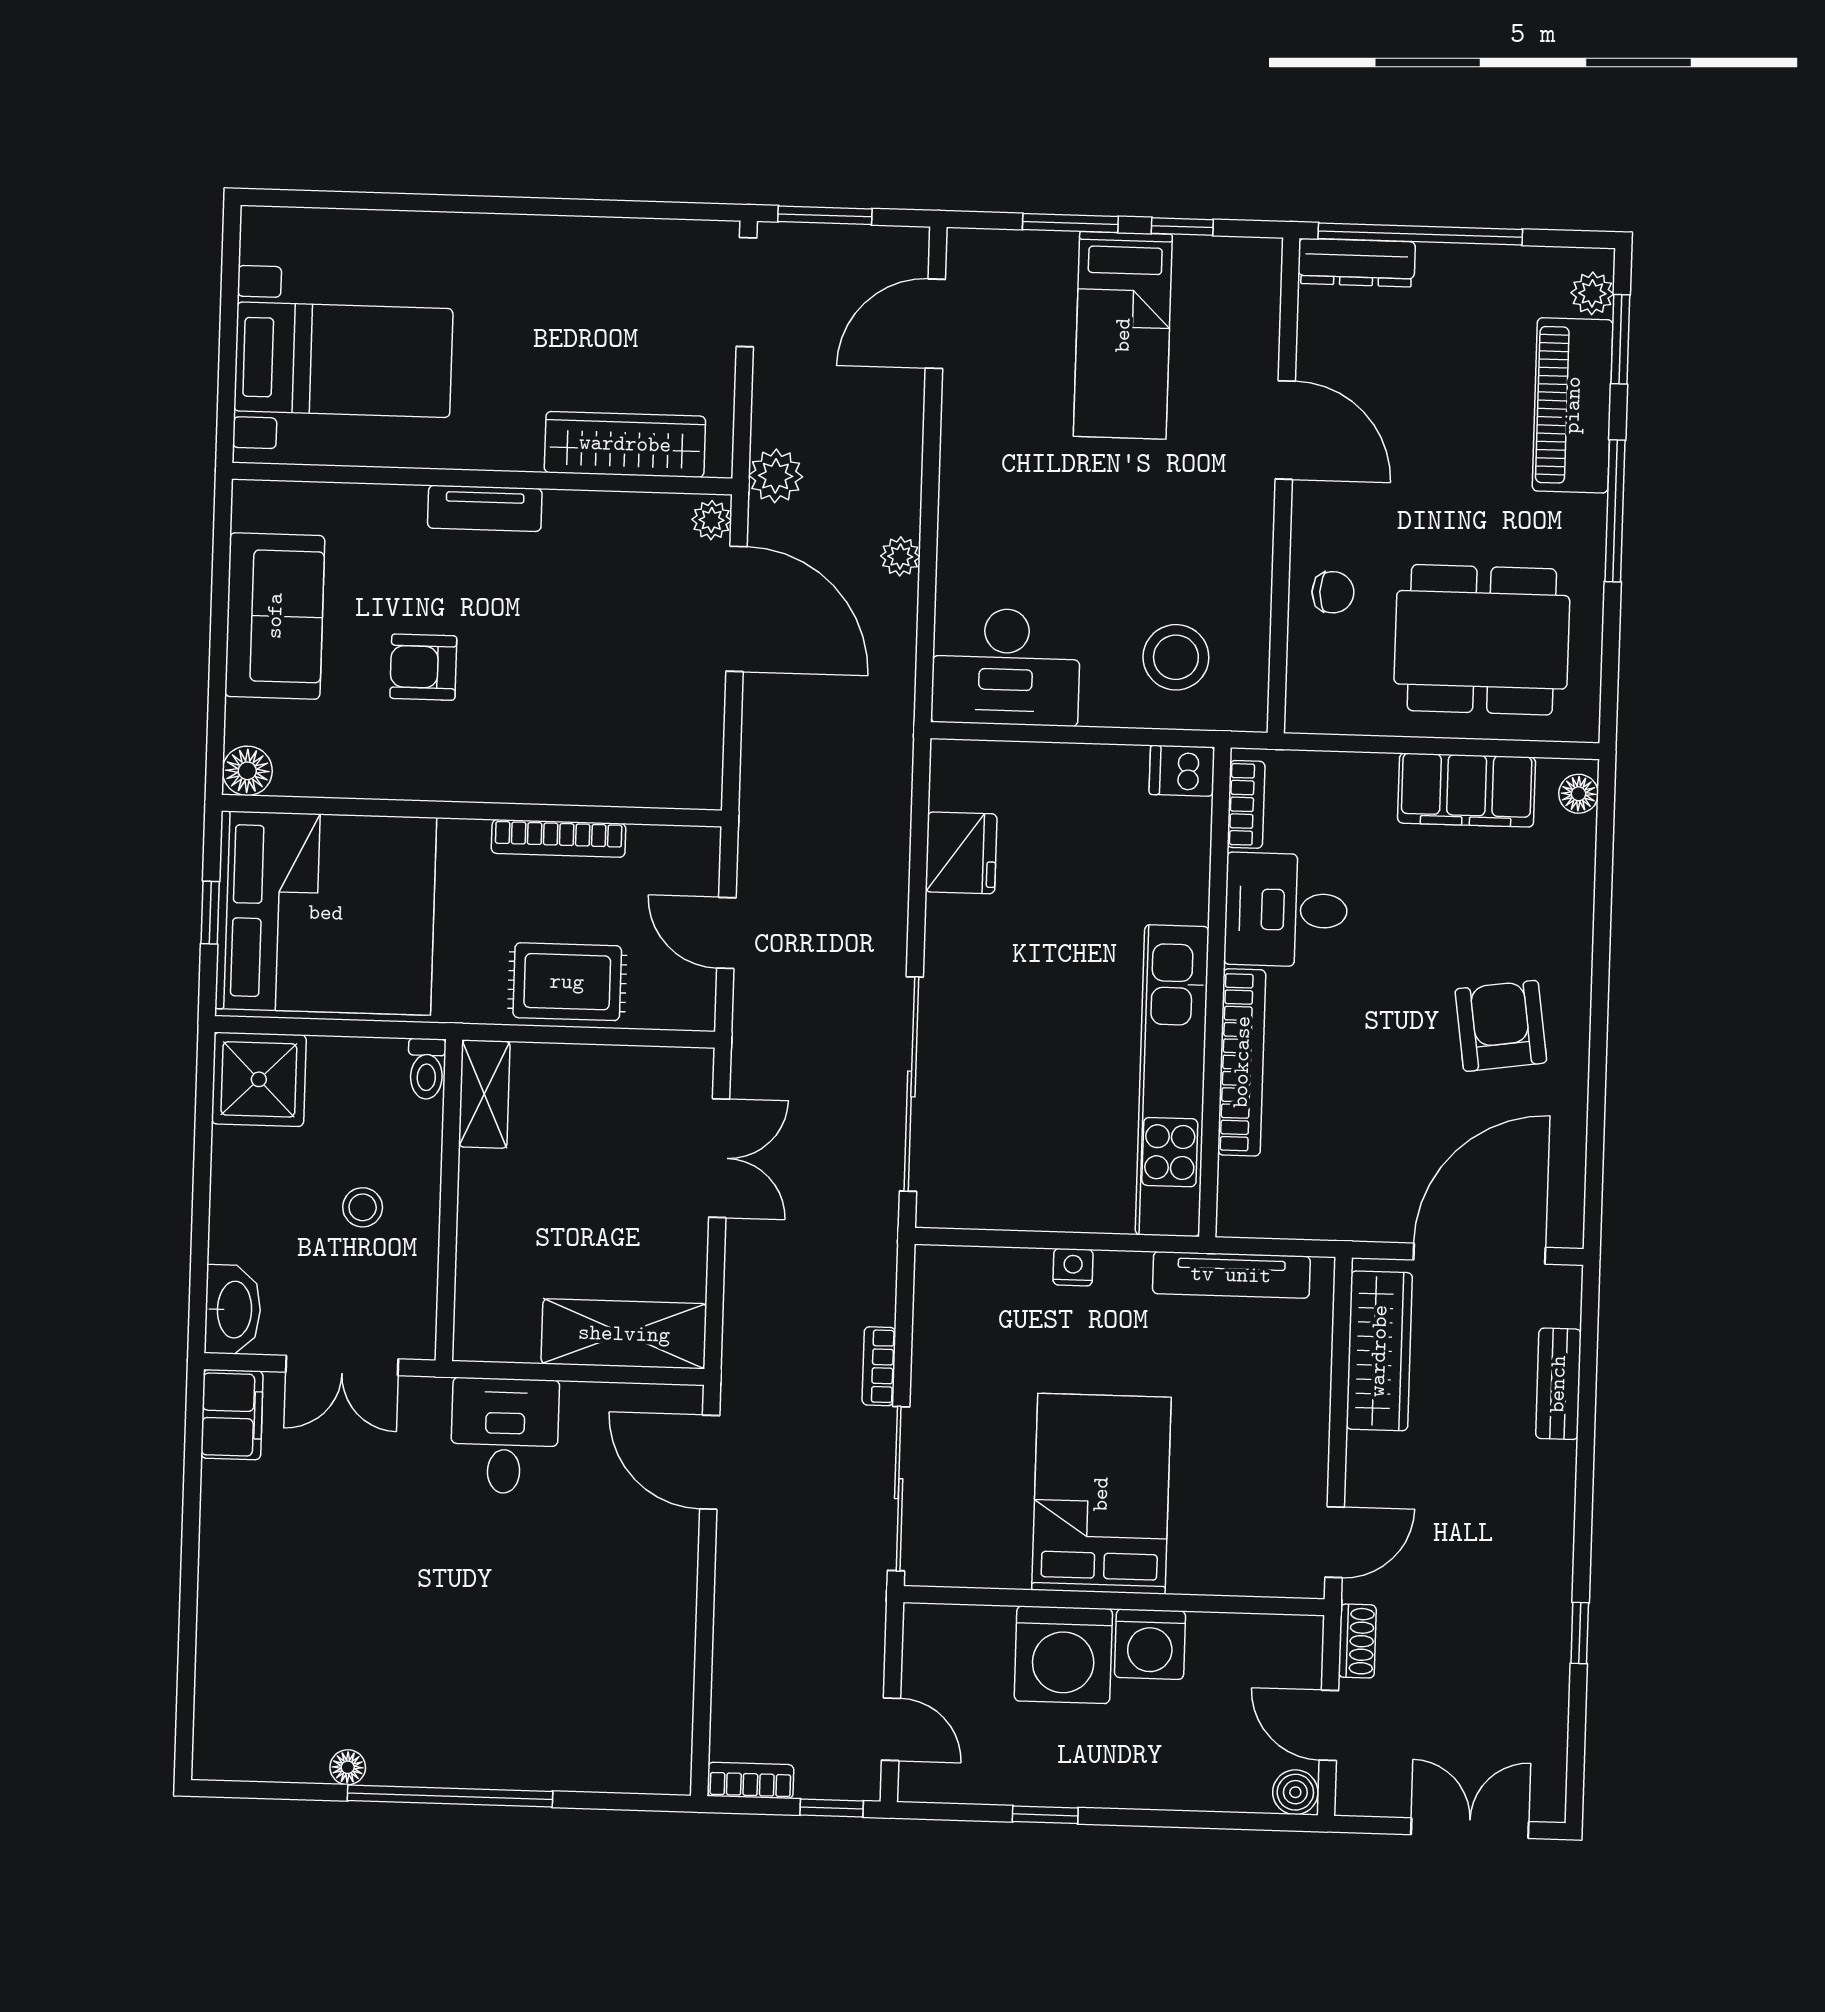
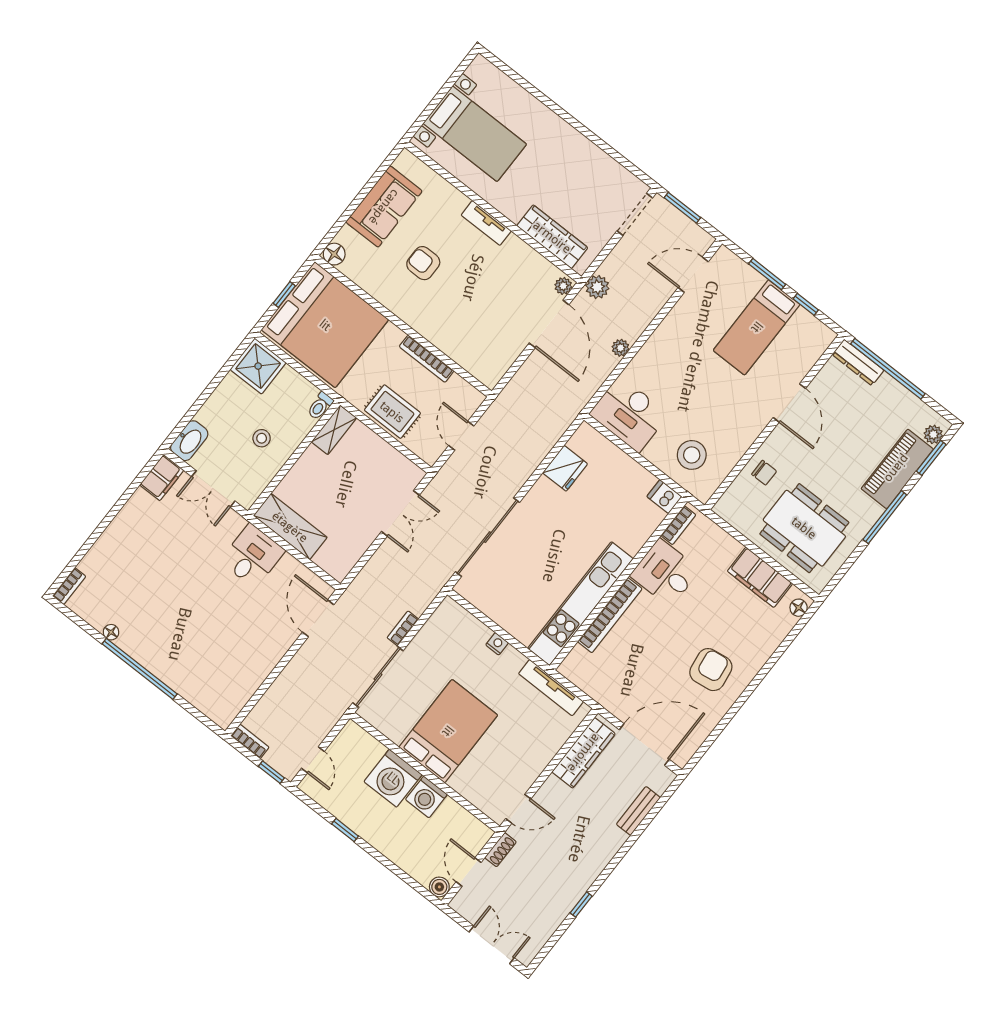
shelving: (624, 1334) -> (290, 527), moved
bookcase: (209, 1739) -> (69, 586), added

